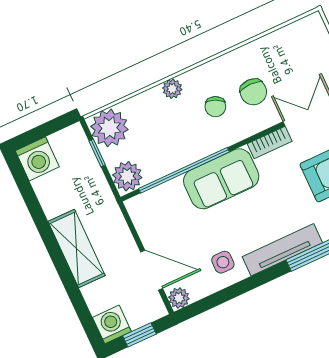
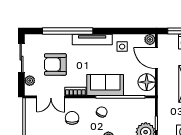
chair: (215, 107) -> (102, 112), moved
plant: (127, 176) -> (148, 106), removed
floor lamp: (149, 219) -> (147, 82), added

